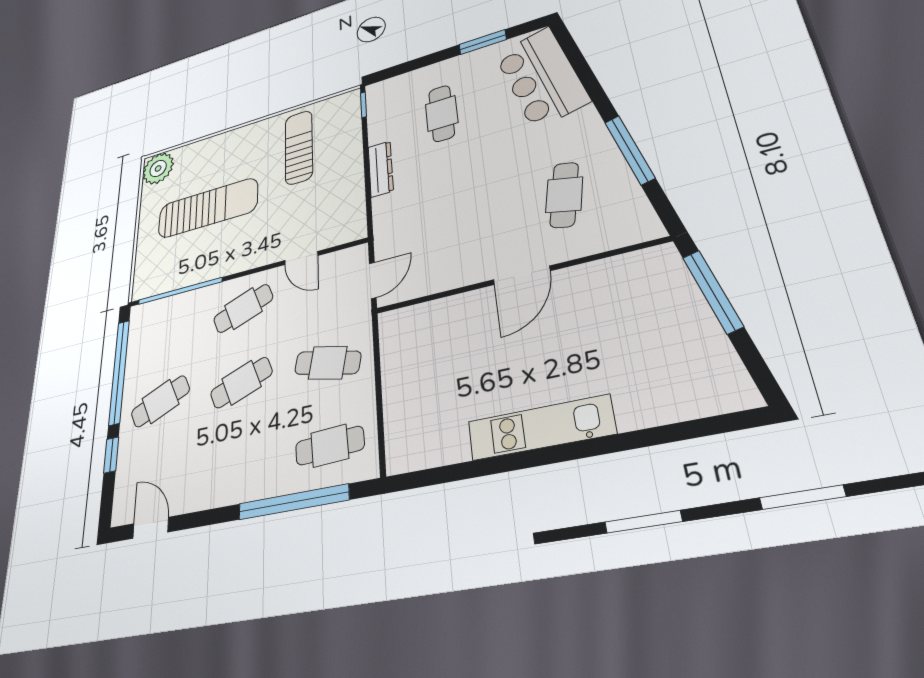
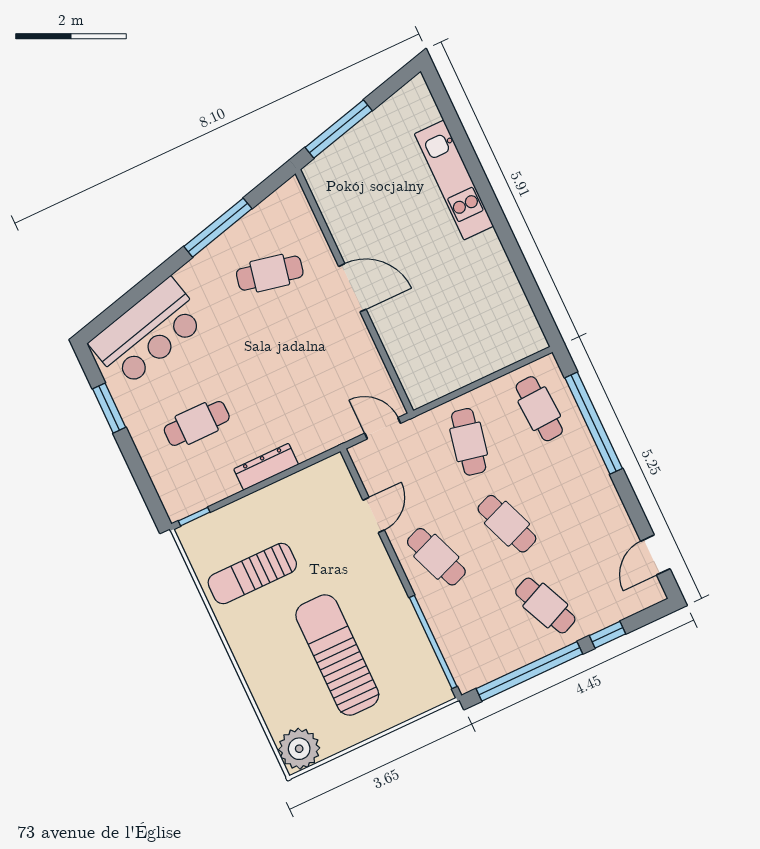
kitchen unit: (540, 428) -> (454, 180), moved

